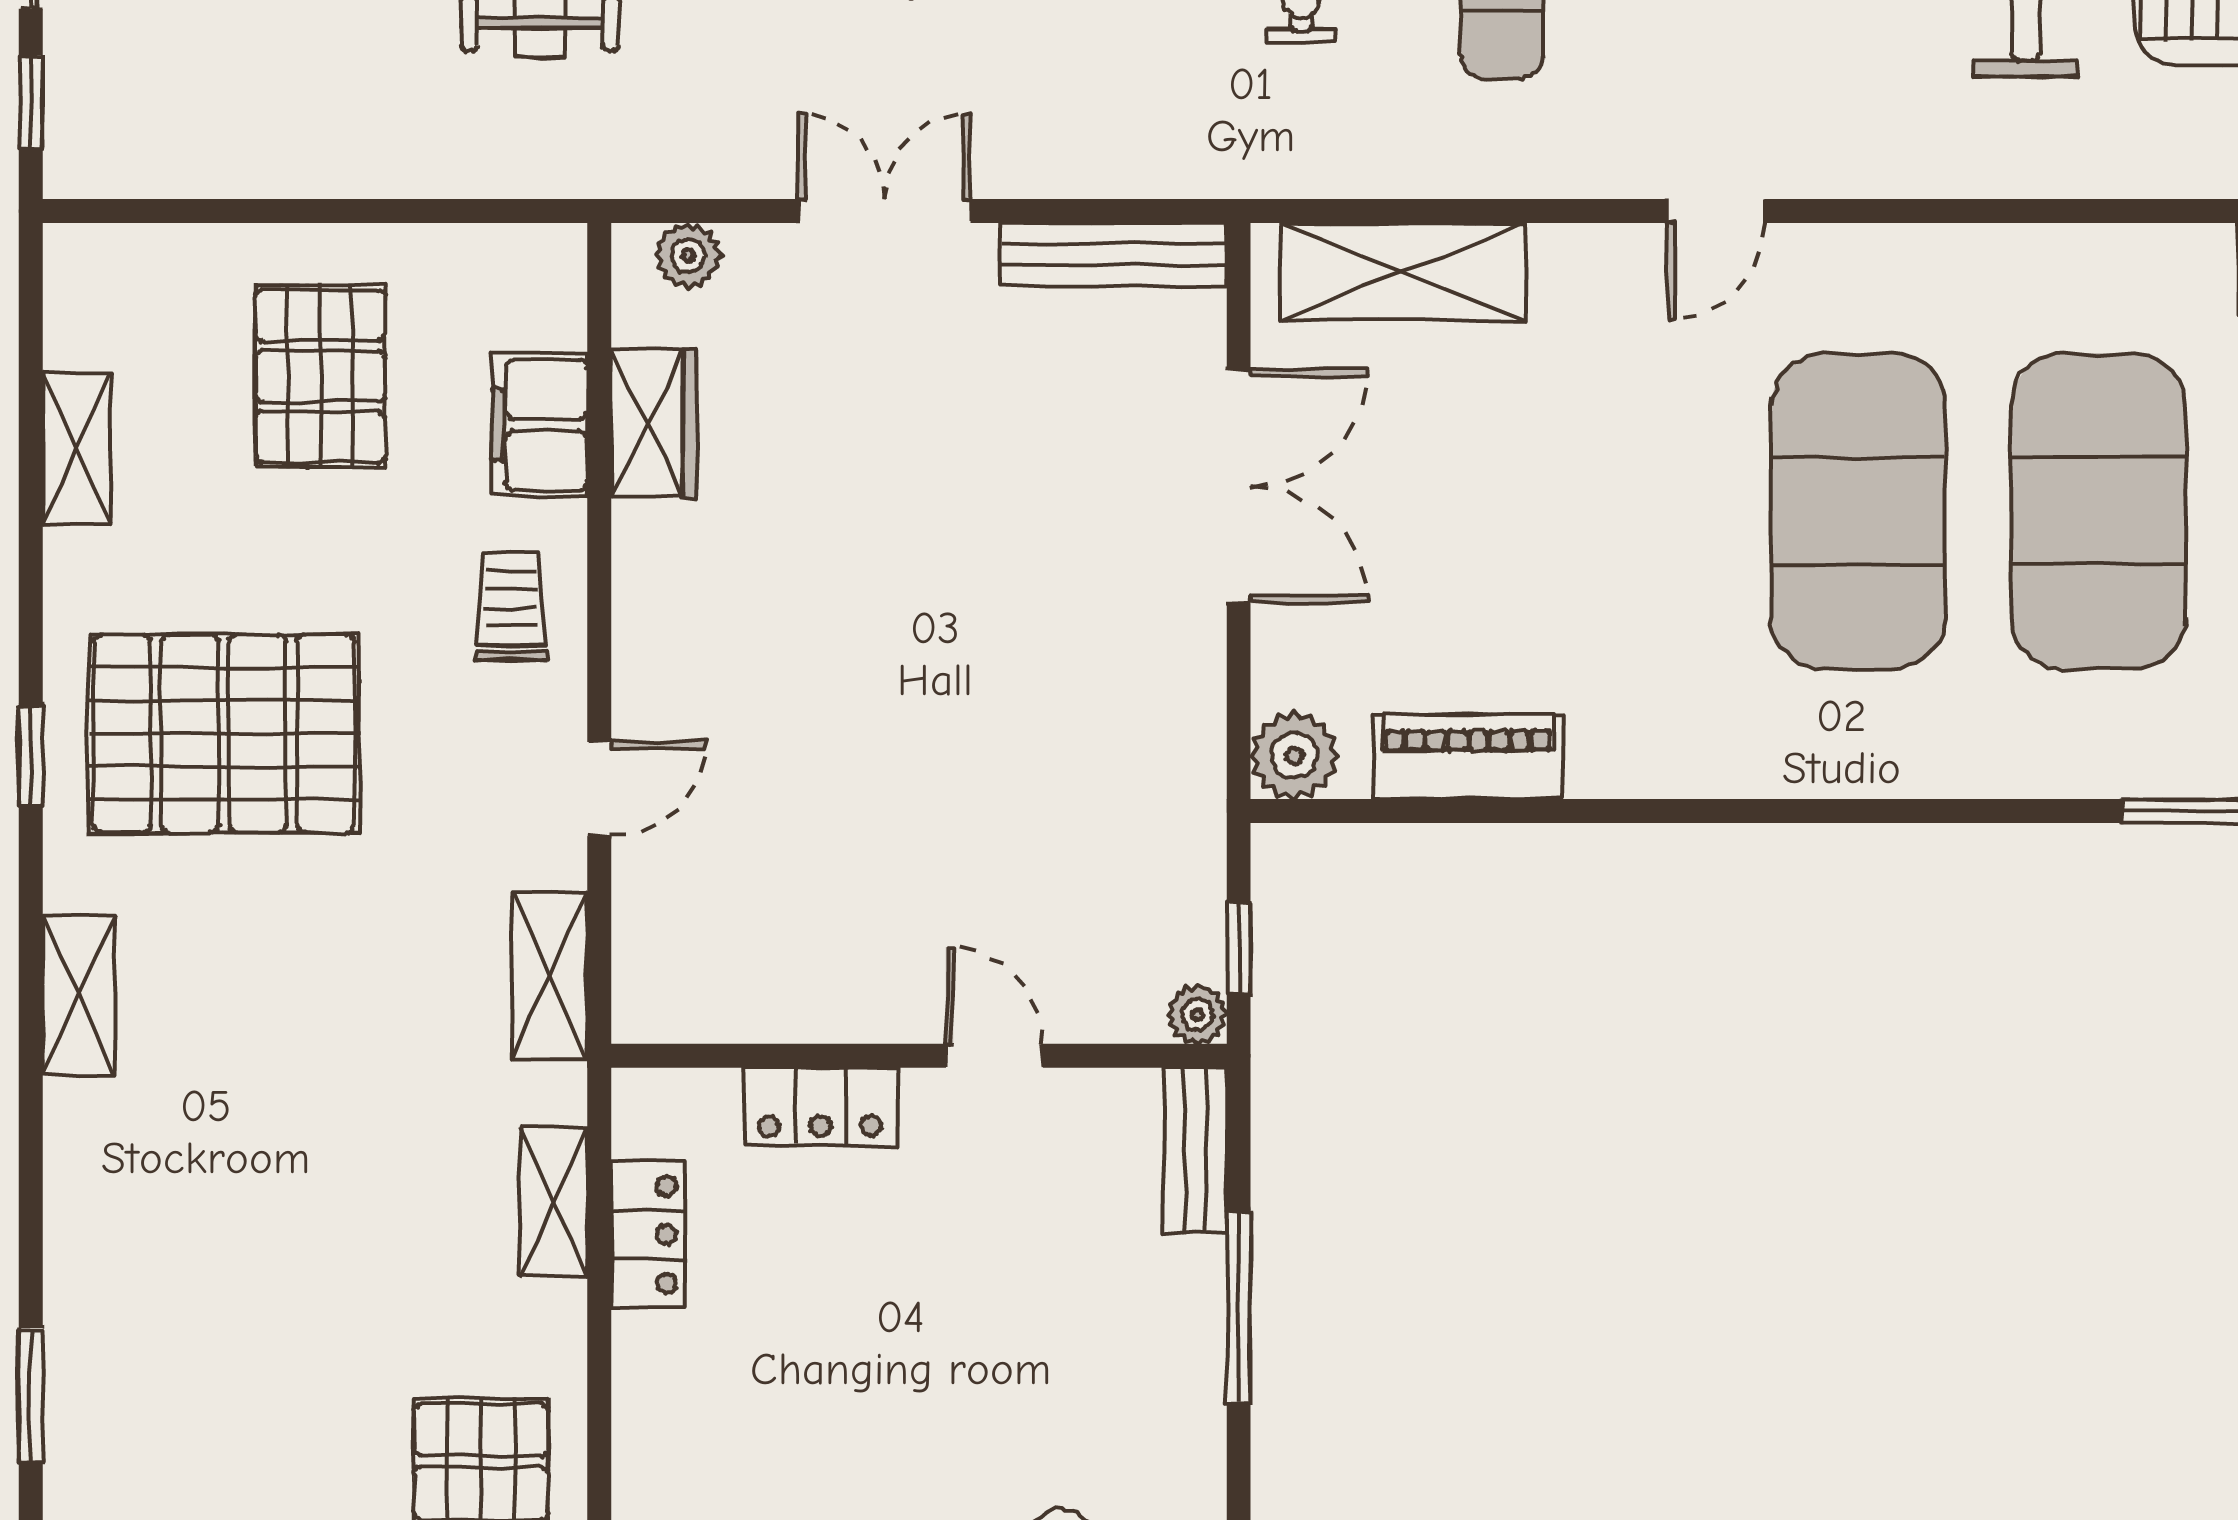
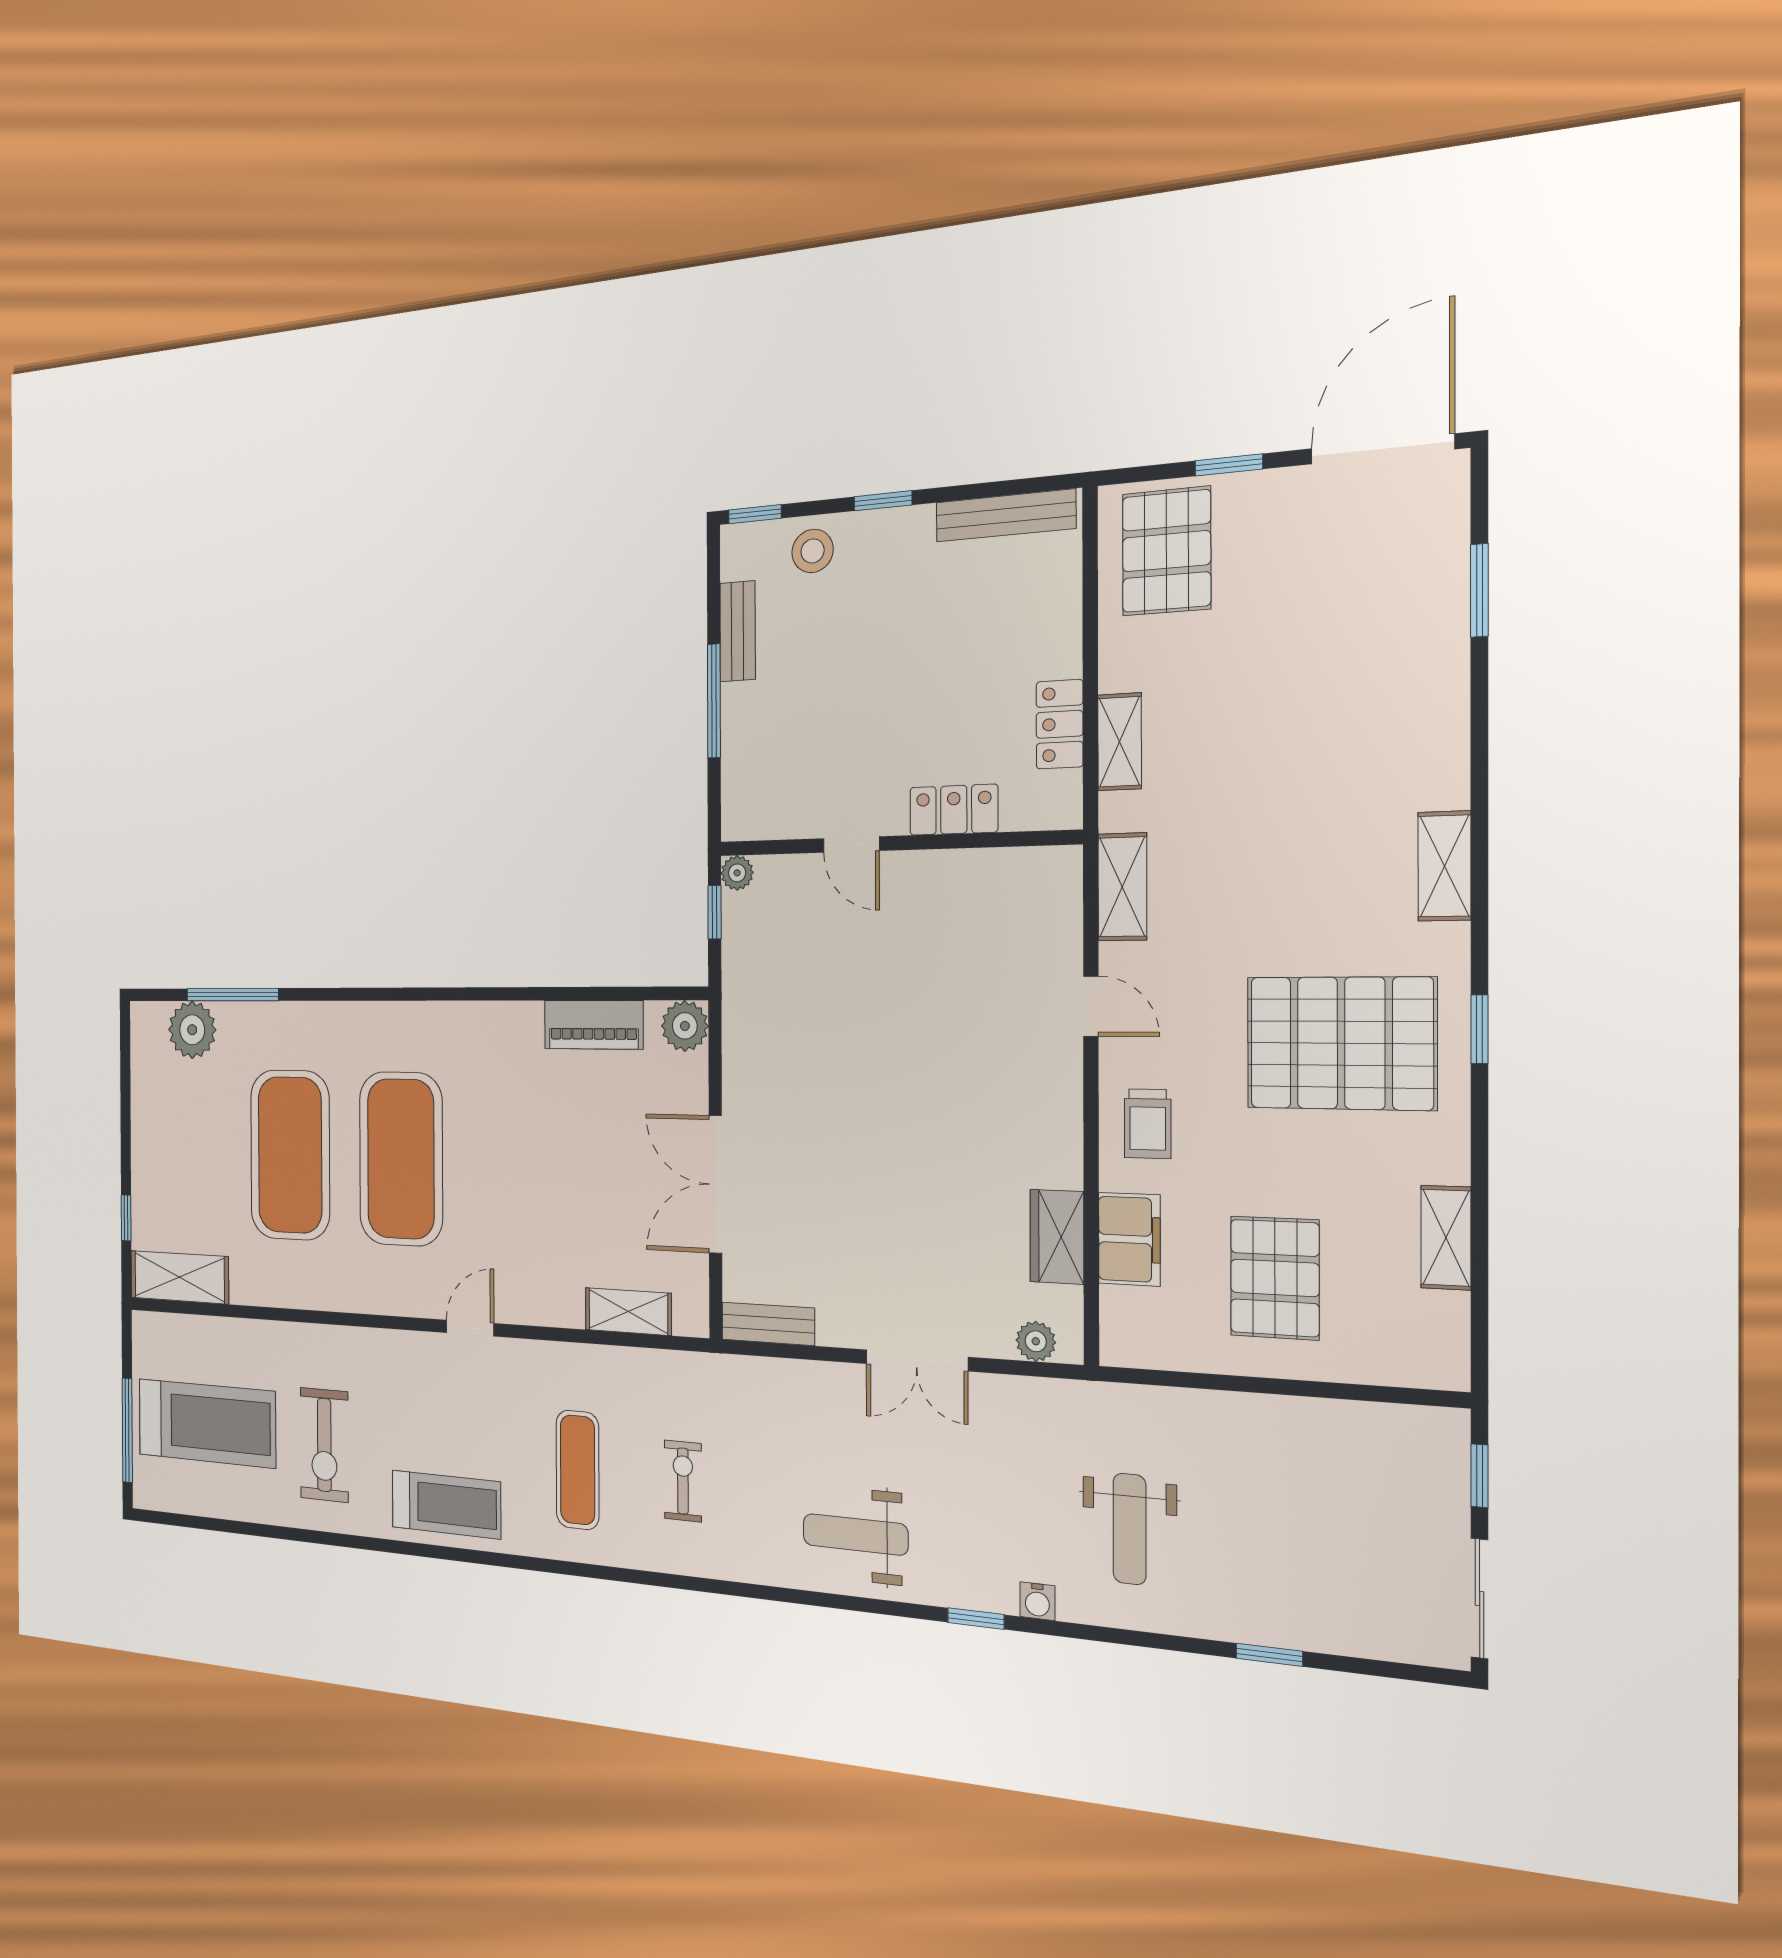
bench: (1114, 255) -> (768, 1324), width x0.73
shelving: (1403, 272) -> (628, 1312), width x0.67, depth x0.75
door: (599, 789) -> (1091, 1006), swing flipped
bench: (1195, 1151) -> (738, 631), moved

